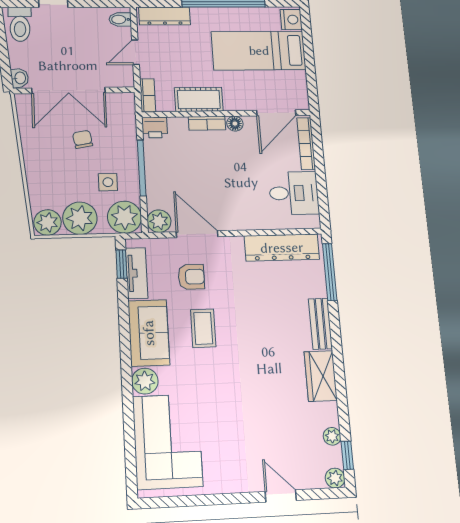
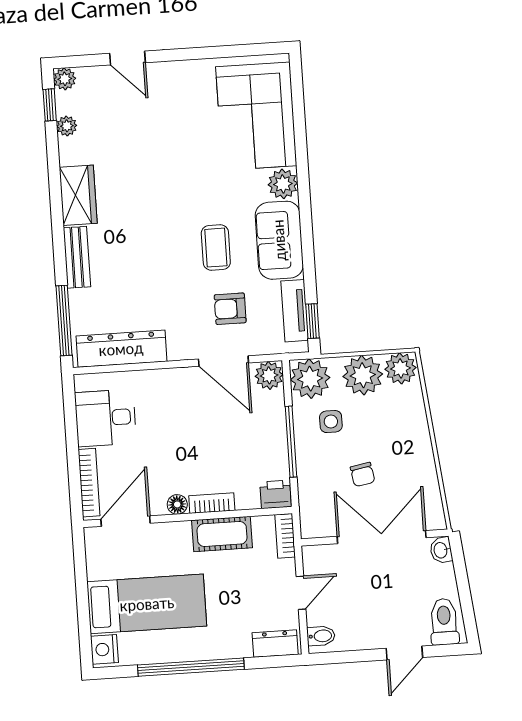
dresser: (165, 16) -> (275, 644), width x0.70

